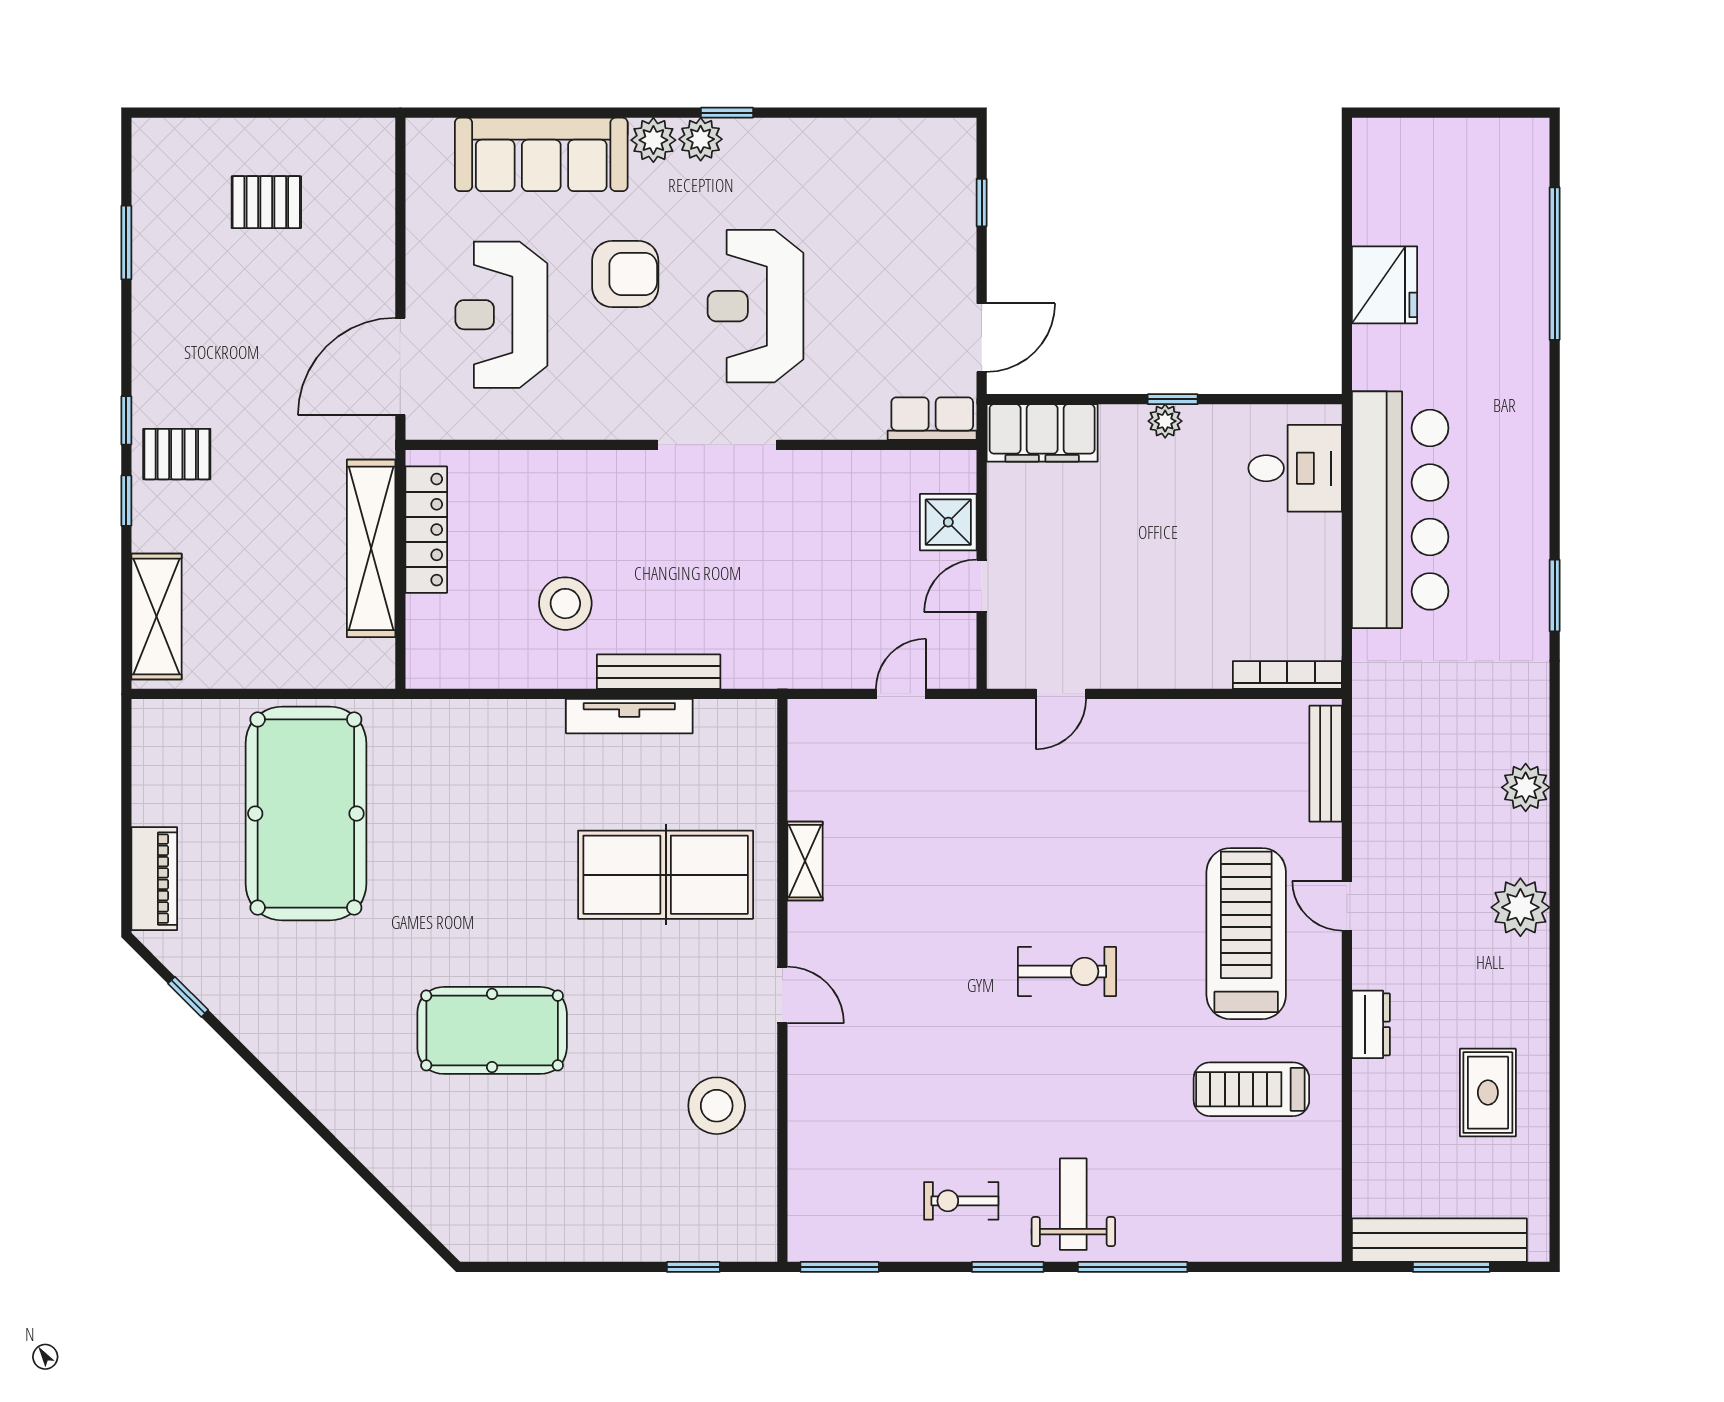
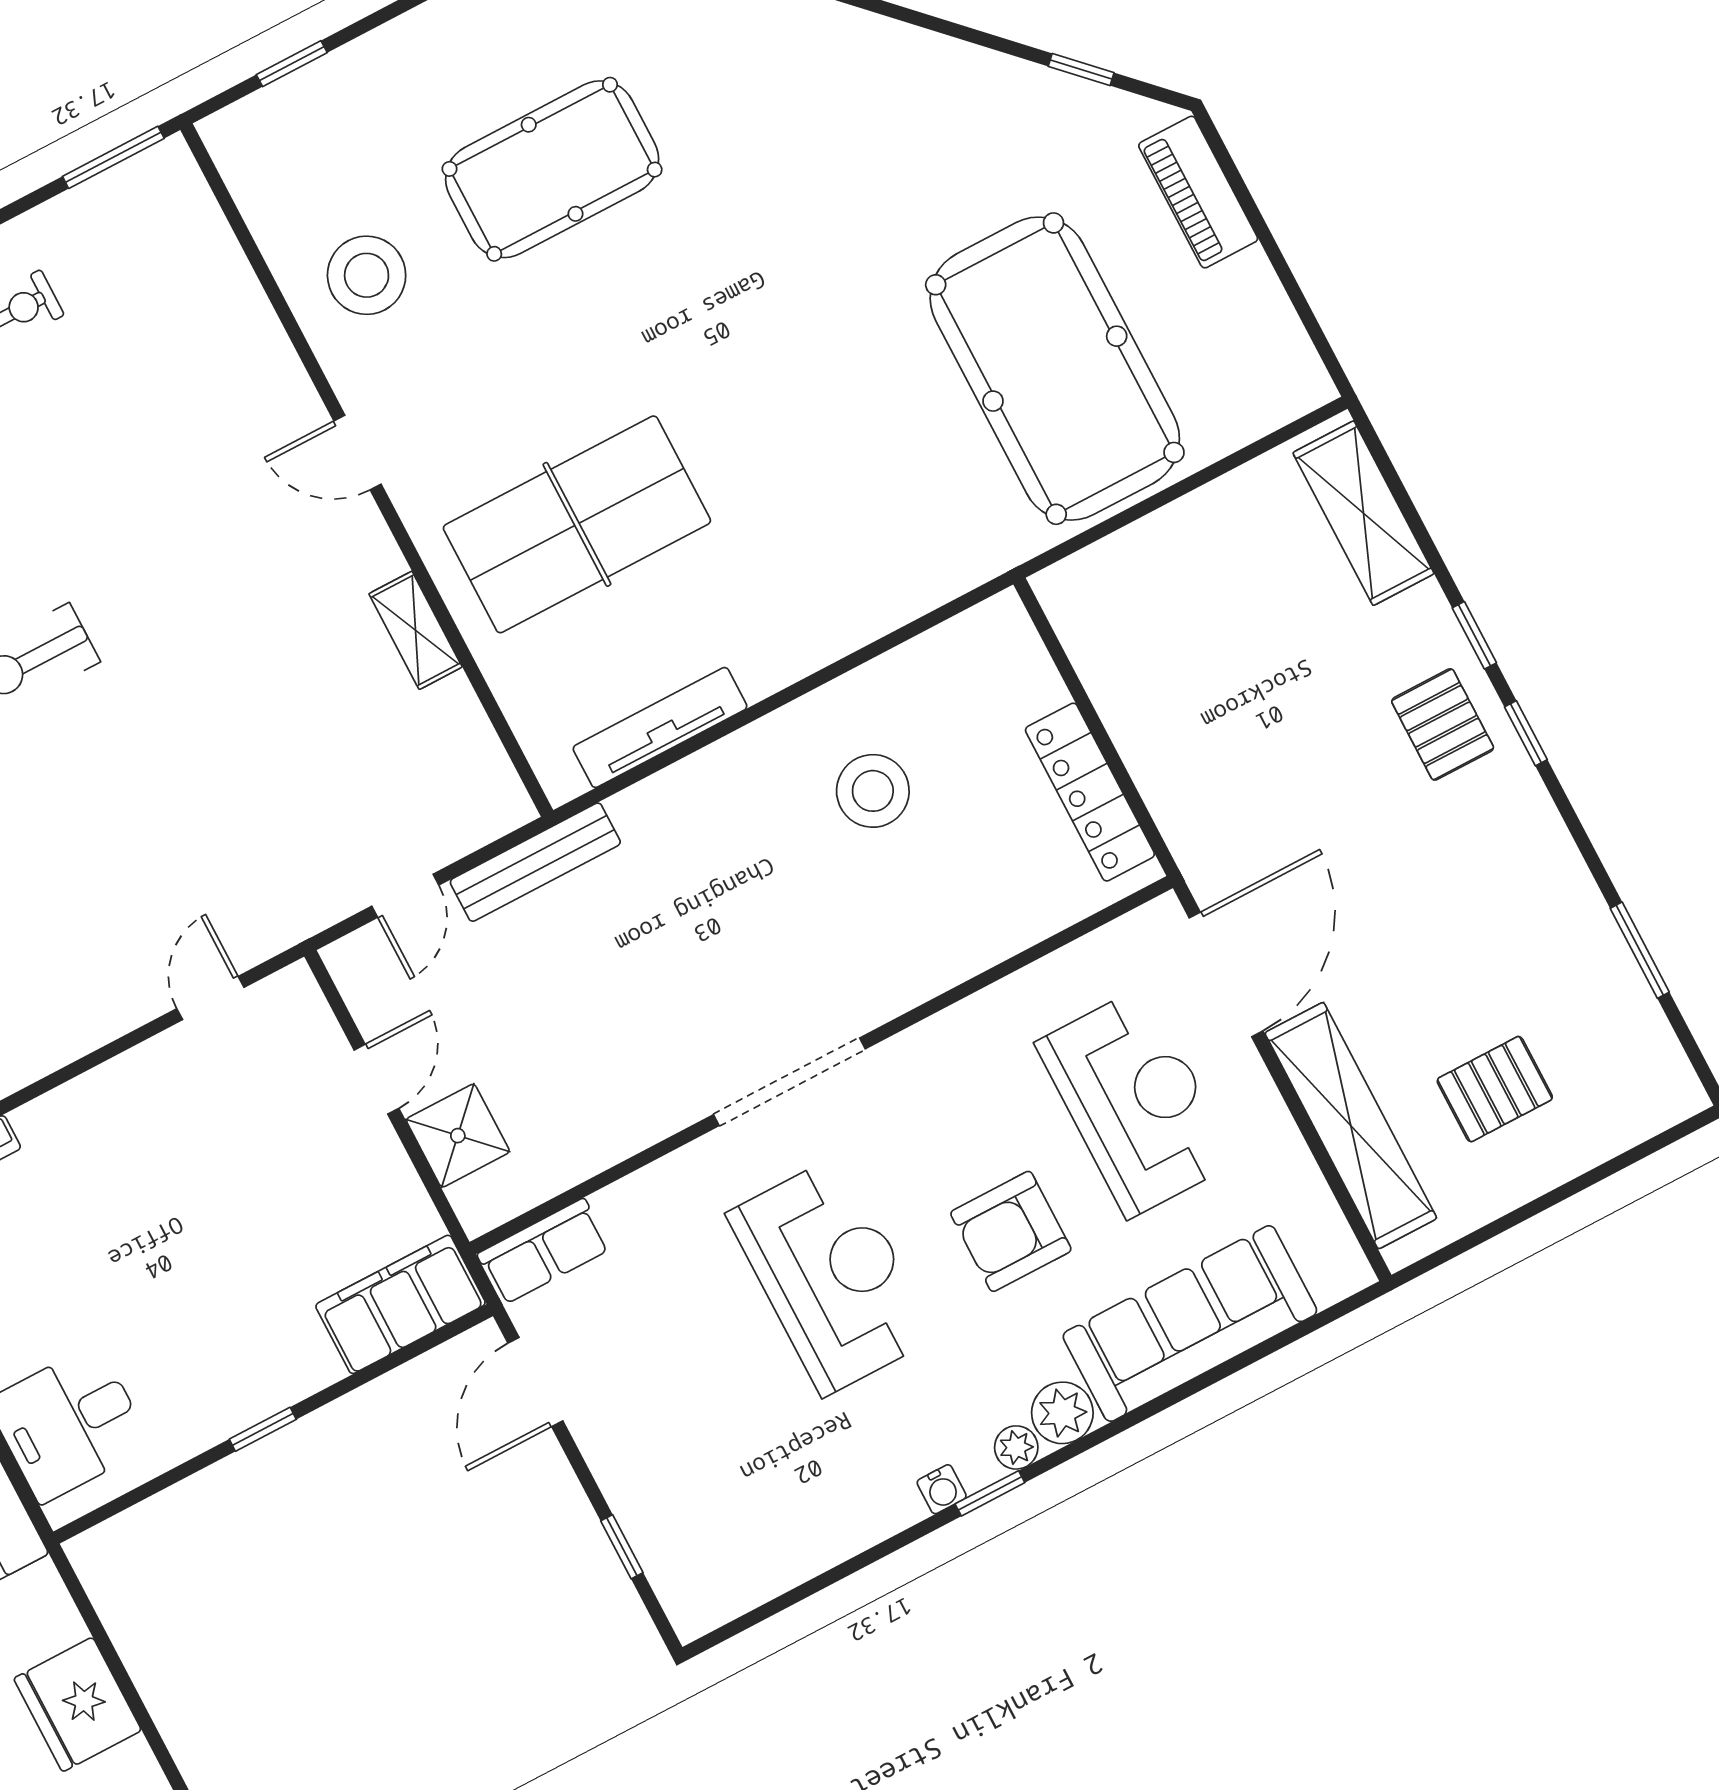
water cooler: (757, 132) -> (942, 1489), added
plant: (701, 139) -> (1016, 1447), width x0.73, depth x0.73
plant: (1165, 421) -> (258, 1398), removed
pallet: (177, 454) -> (1443, 724), turned 90
shelving: (371, 548) -> (1351, 1126), moved
bench: (659, 672) -> (535, 862), moved
tv unit: (629, 716) -> (660, 727), moved
pool table: (492, 1030) -> (552, 169), moved

